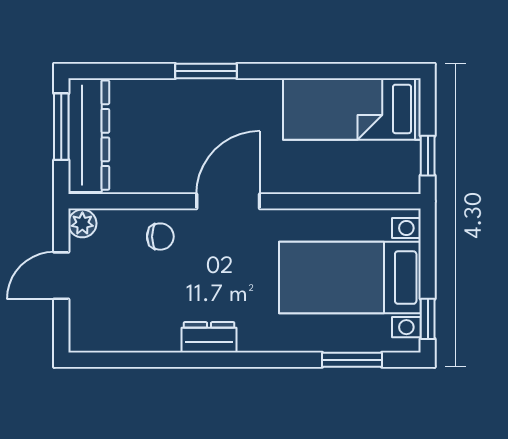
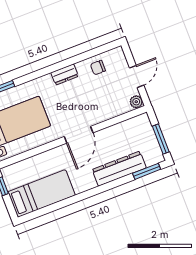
window: (206, 71) -> (147, 171), moved
dresser: (89, 135) -> (119, 169), moved, turned 90
chair: (160, 237) -> (98, 68), moved

